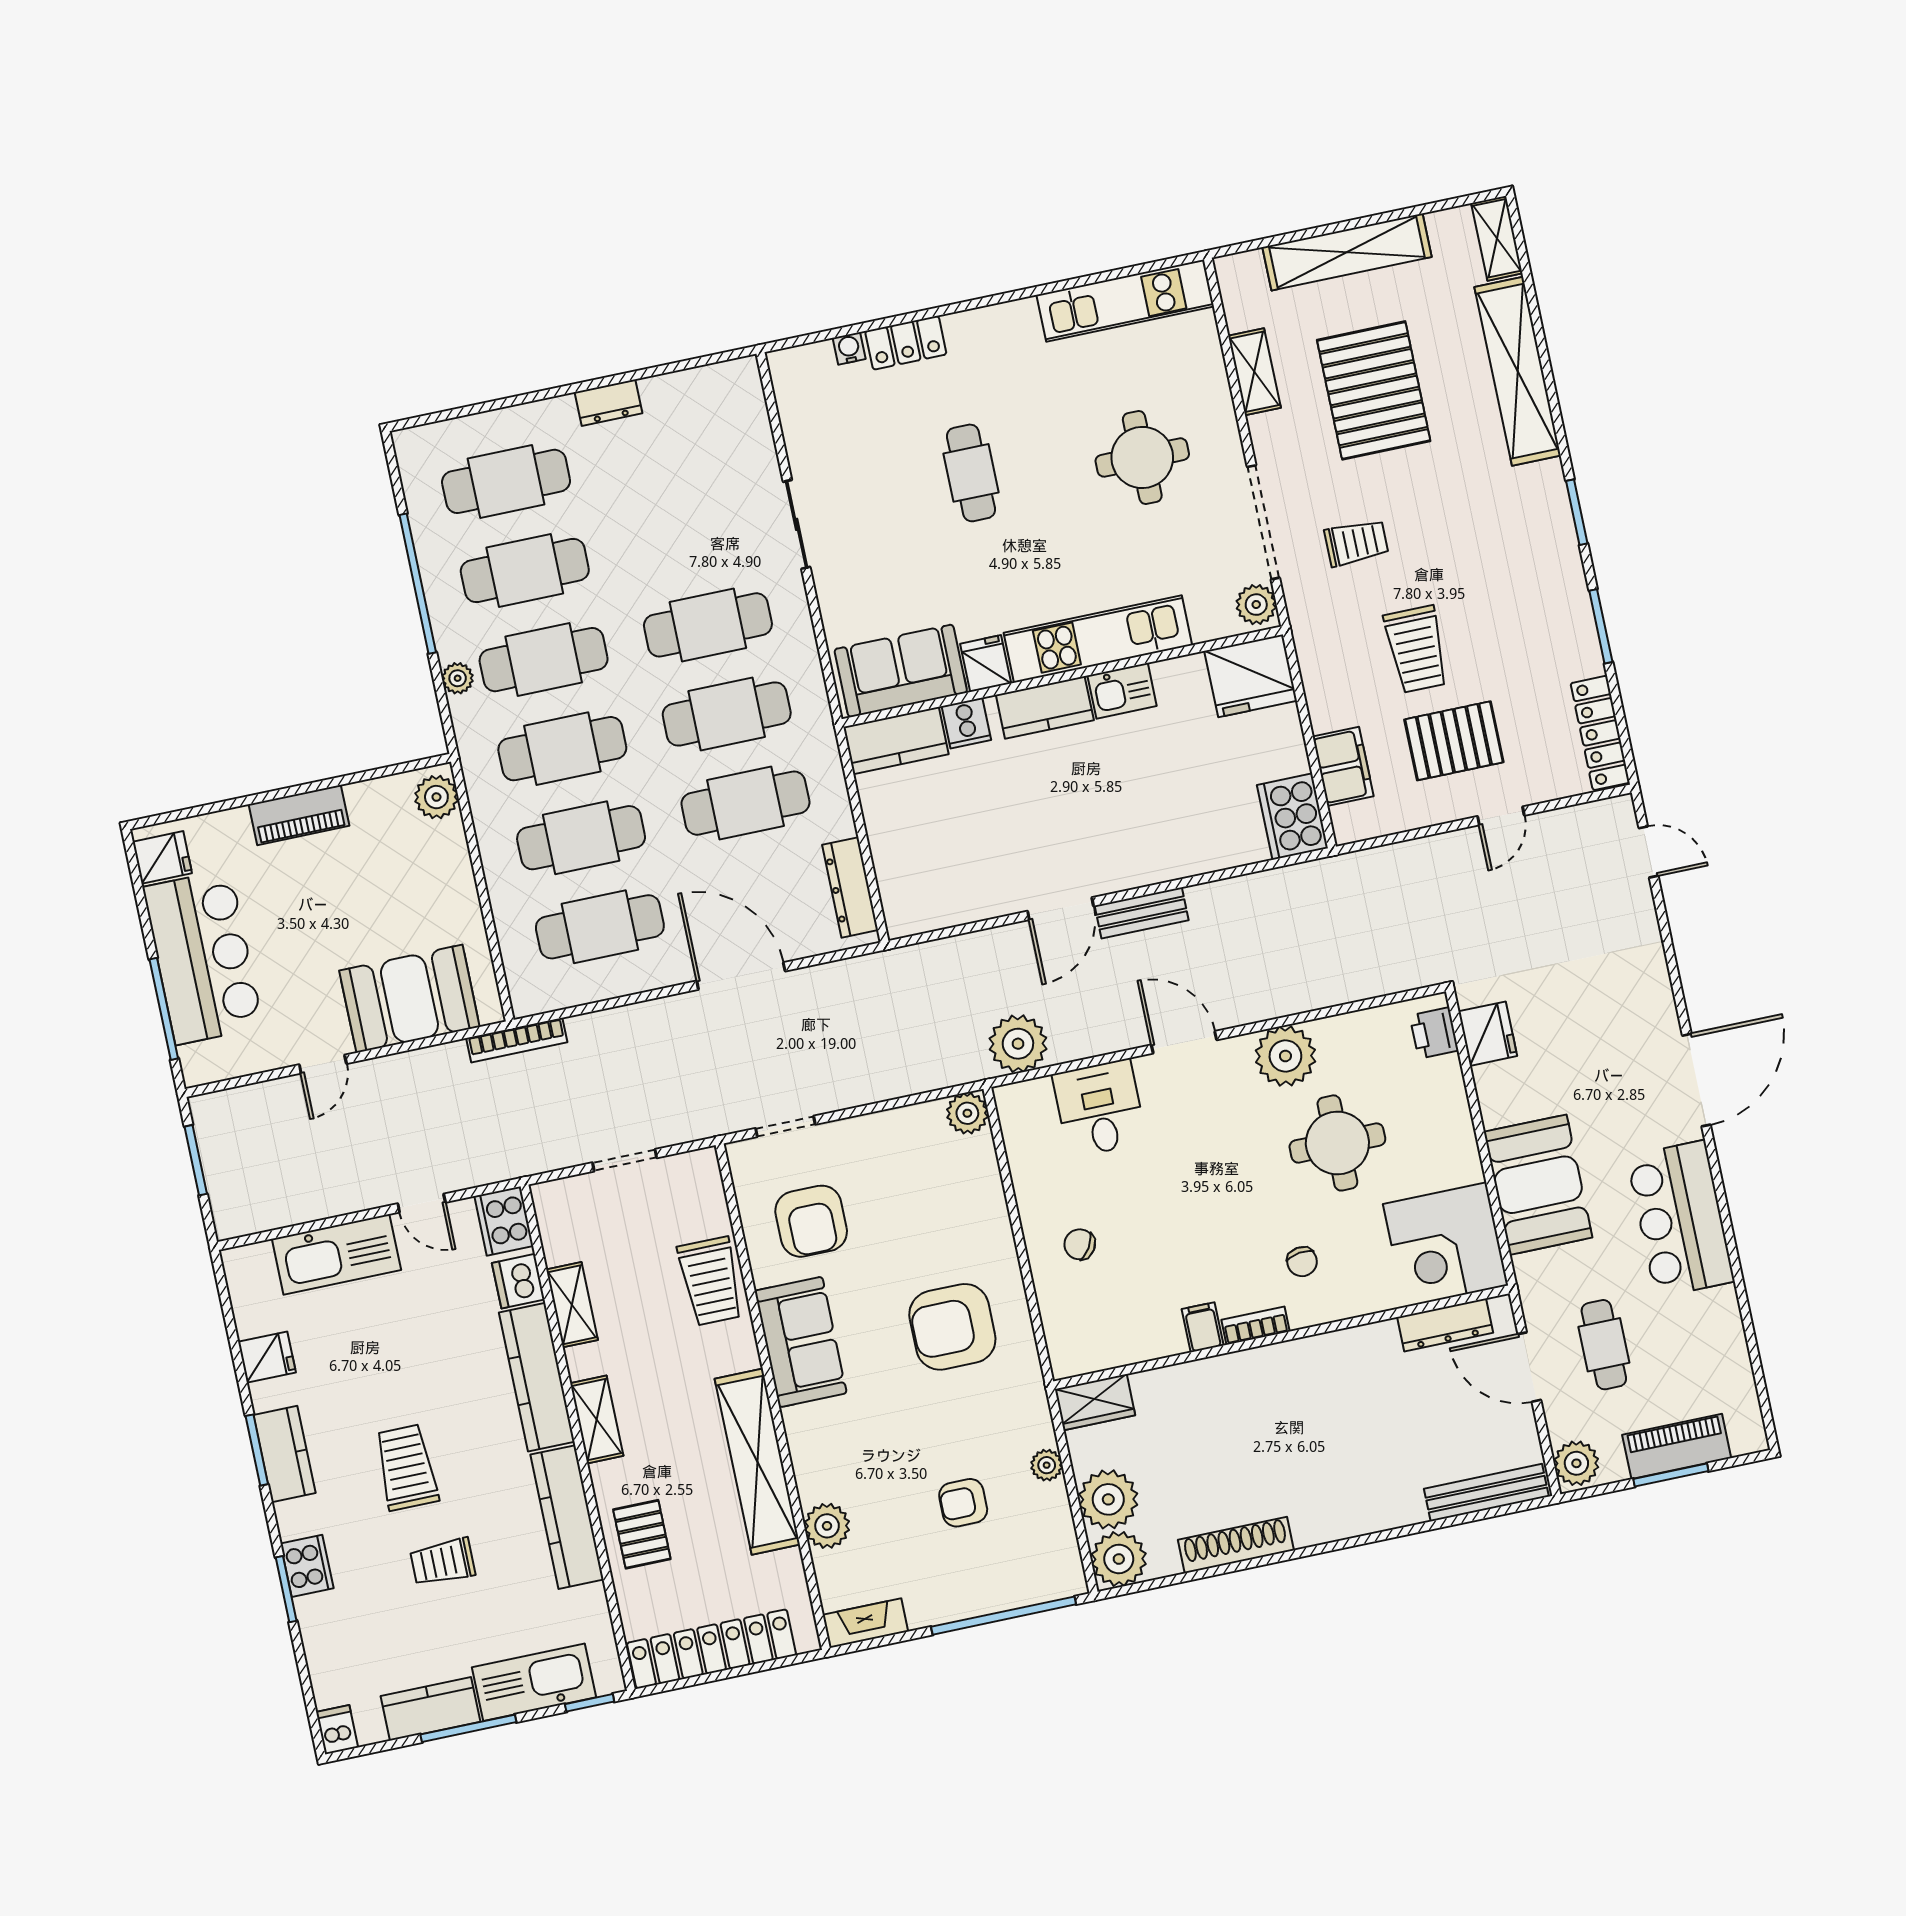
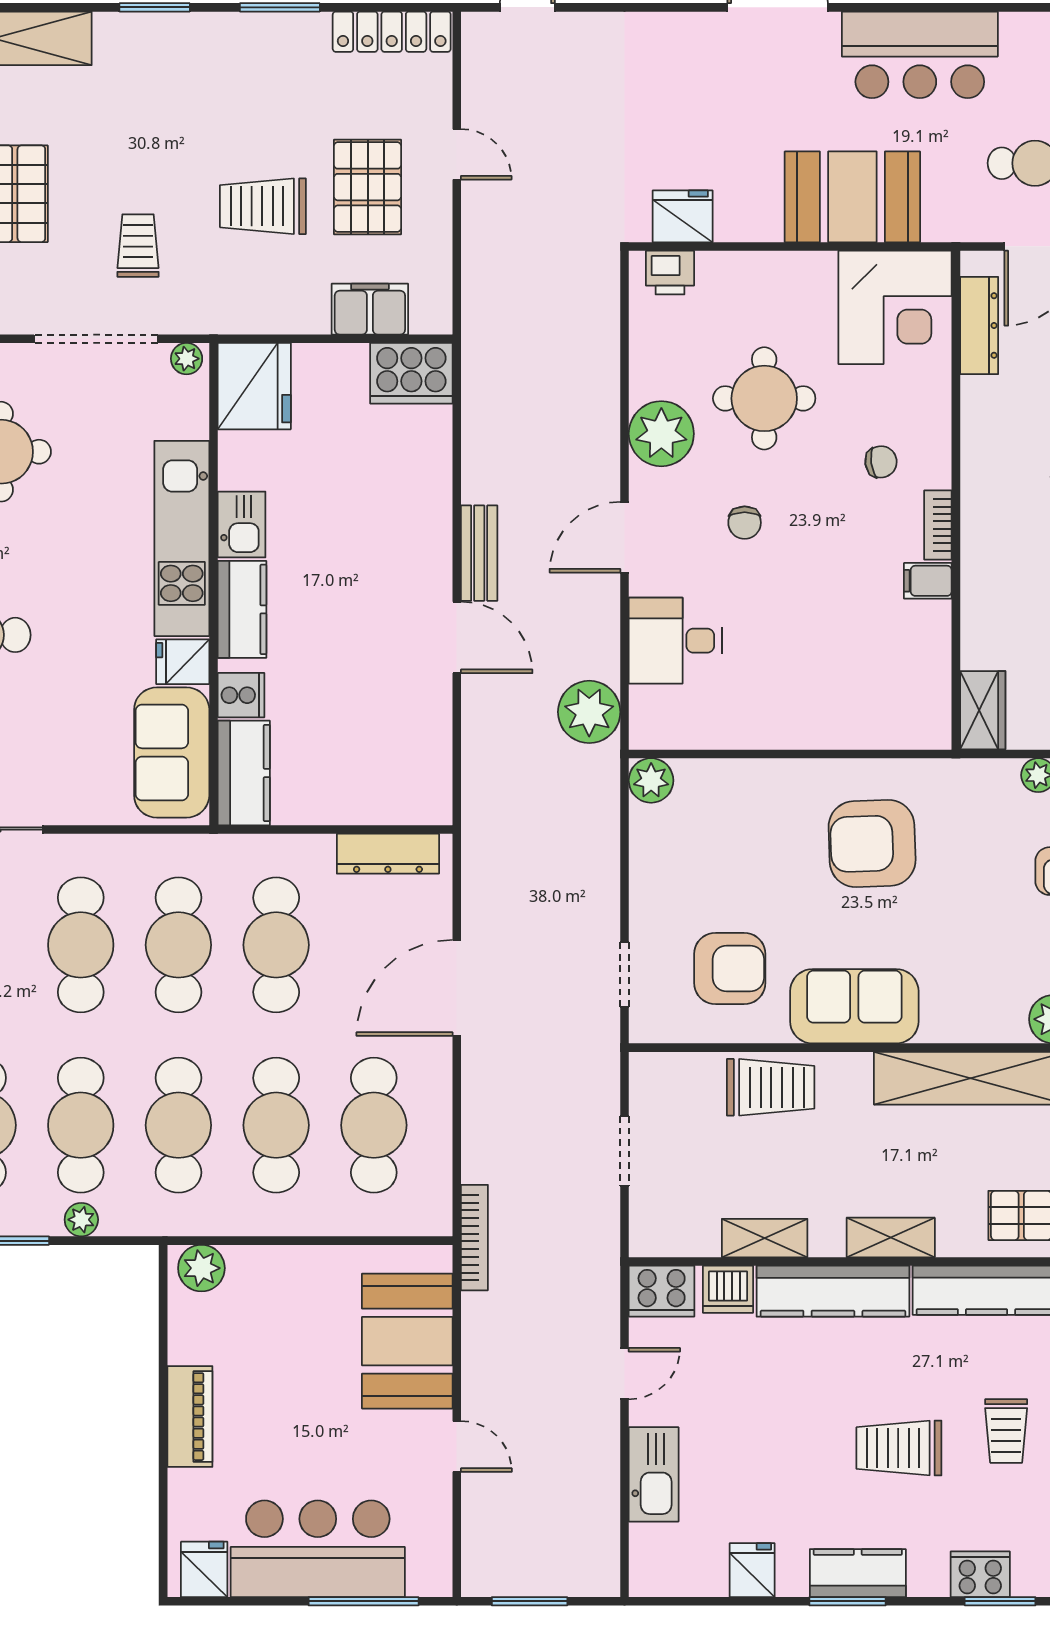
plant: (1256, 605) -> (187, 359), width x0.73, depth x0.73
trolley: (1416, 649) -> (263, 206), turned 180
chair: (1080, 1244) -> (745, 523), moved, turned -32
kitchen sink: (336, 1254) -> (654, 1474), width x0.73, depth x0.81
armchair: (952, 1327) -> (872, 843), turned 88

